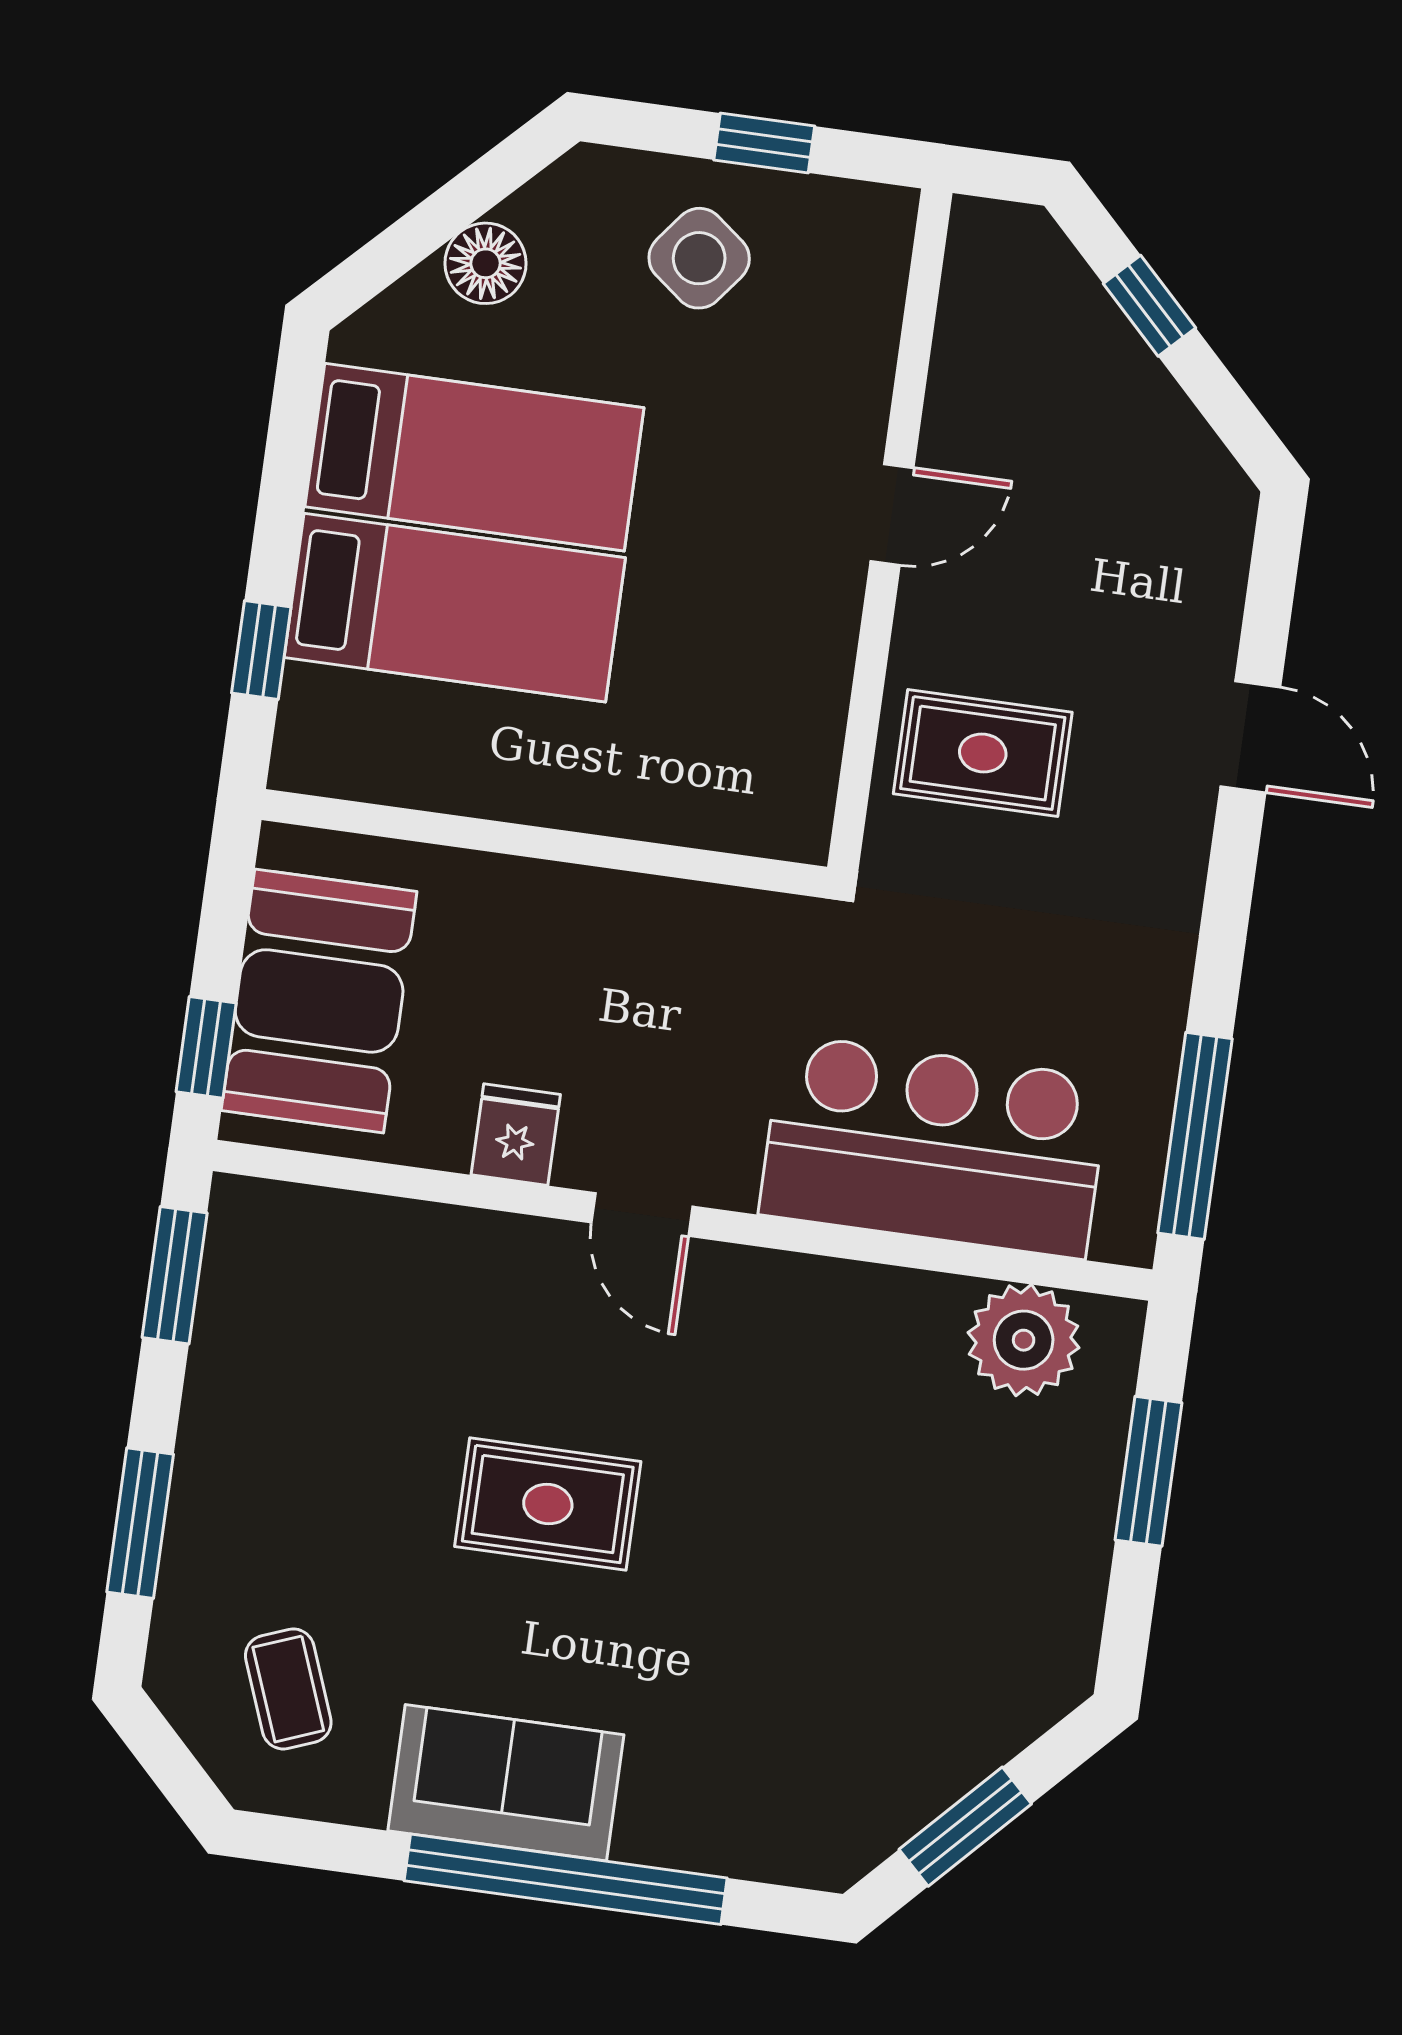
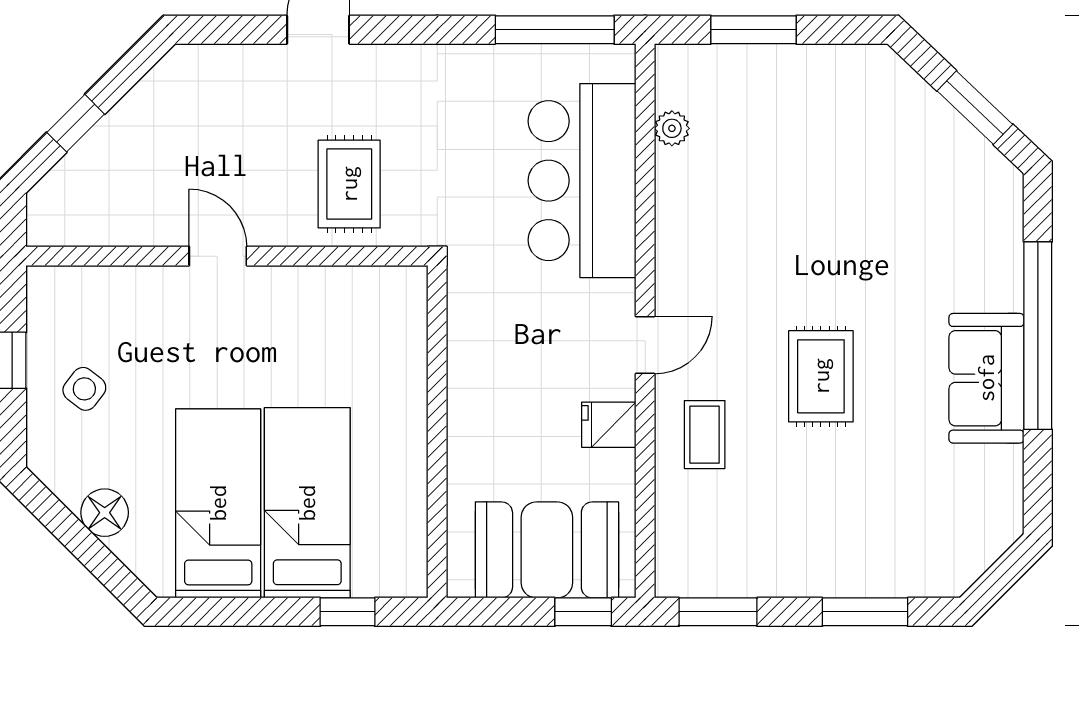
side table: (699, 258) -> (84, 389), width x0.73, depth x0.73
plant: (1024, 1340) -> (672, 128), width x0.53, depth x0.53
coffee table: (288, 1689) -> (705, 435), moved, turned -69

